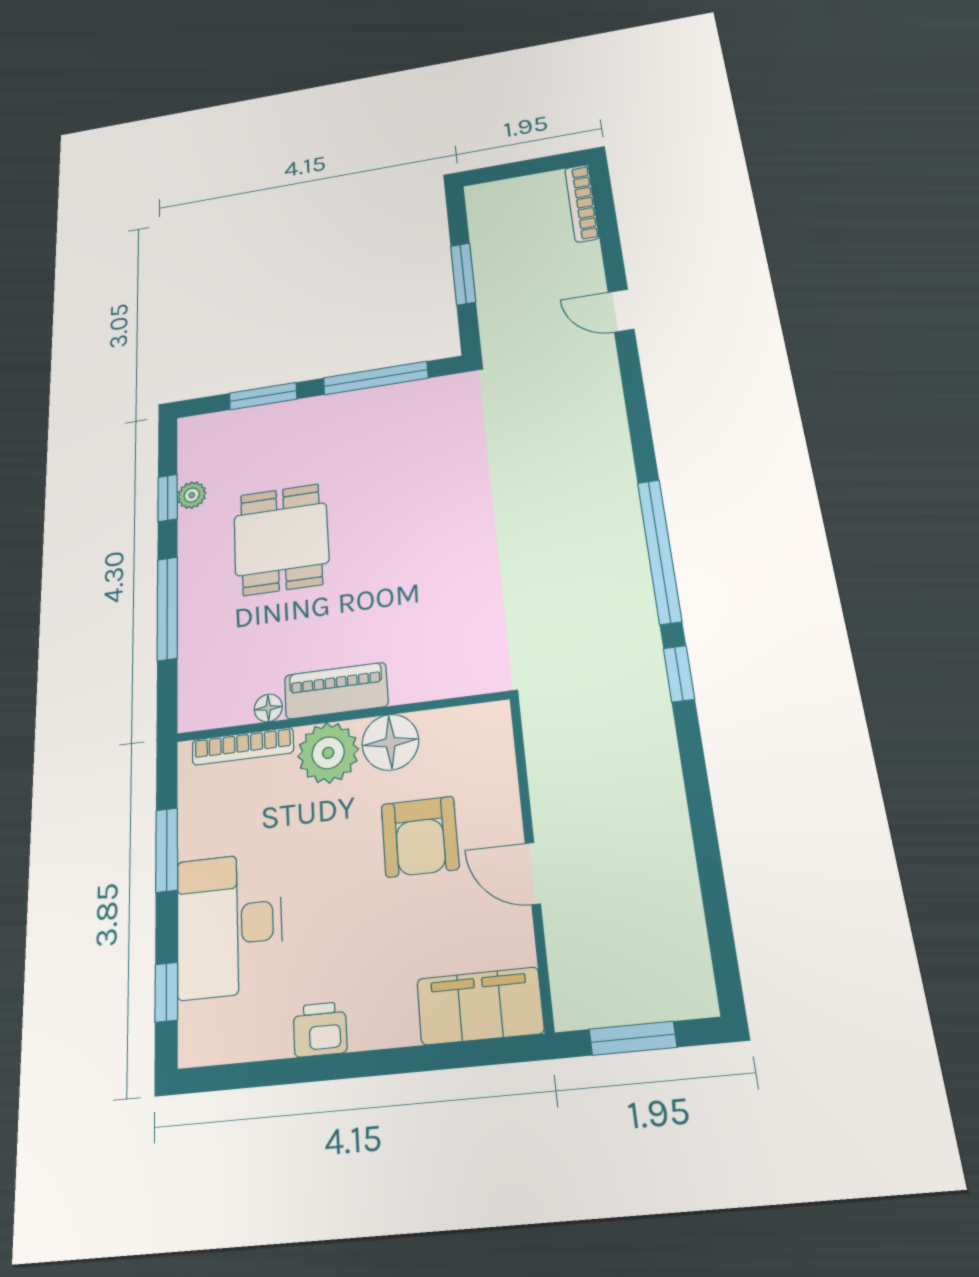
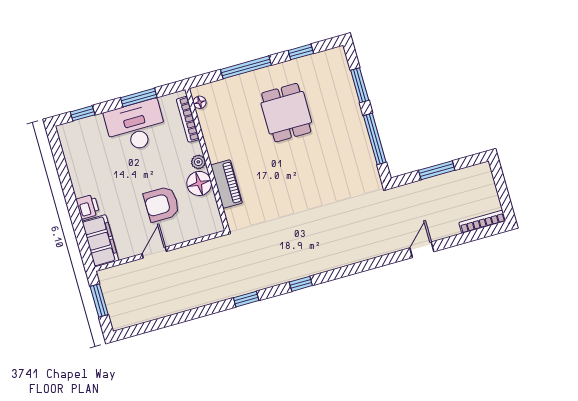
plant: (192, 495) -> (304, 64), removed
dining table: (281, 539) -> (286, 113), turned 90
window: (659, 551) -> (301, 284), width x0.32
piano: (336, 691) -> (227, 184), moved
floor lamp: (268, 708) -> (200, 102), moved
plant: (328, 753) -> (198, 162), width x0.53, depth x0.53
desk: (229, 925) -> (136, 126), moved
printer: (320, 1029) -> (88, 207), moved

